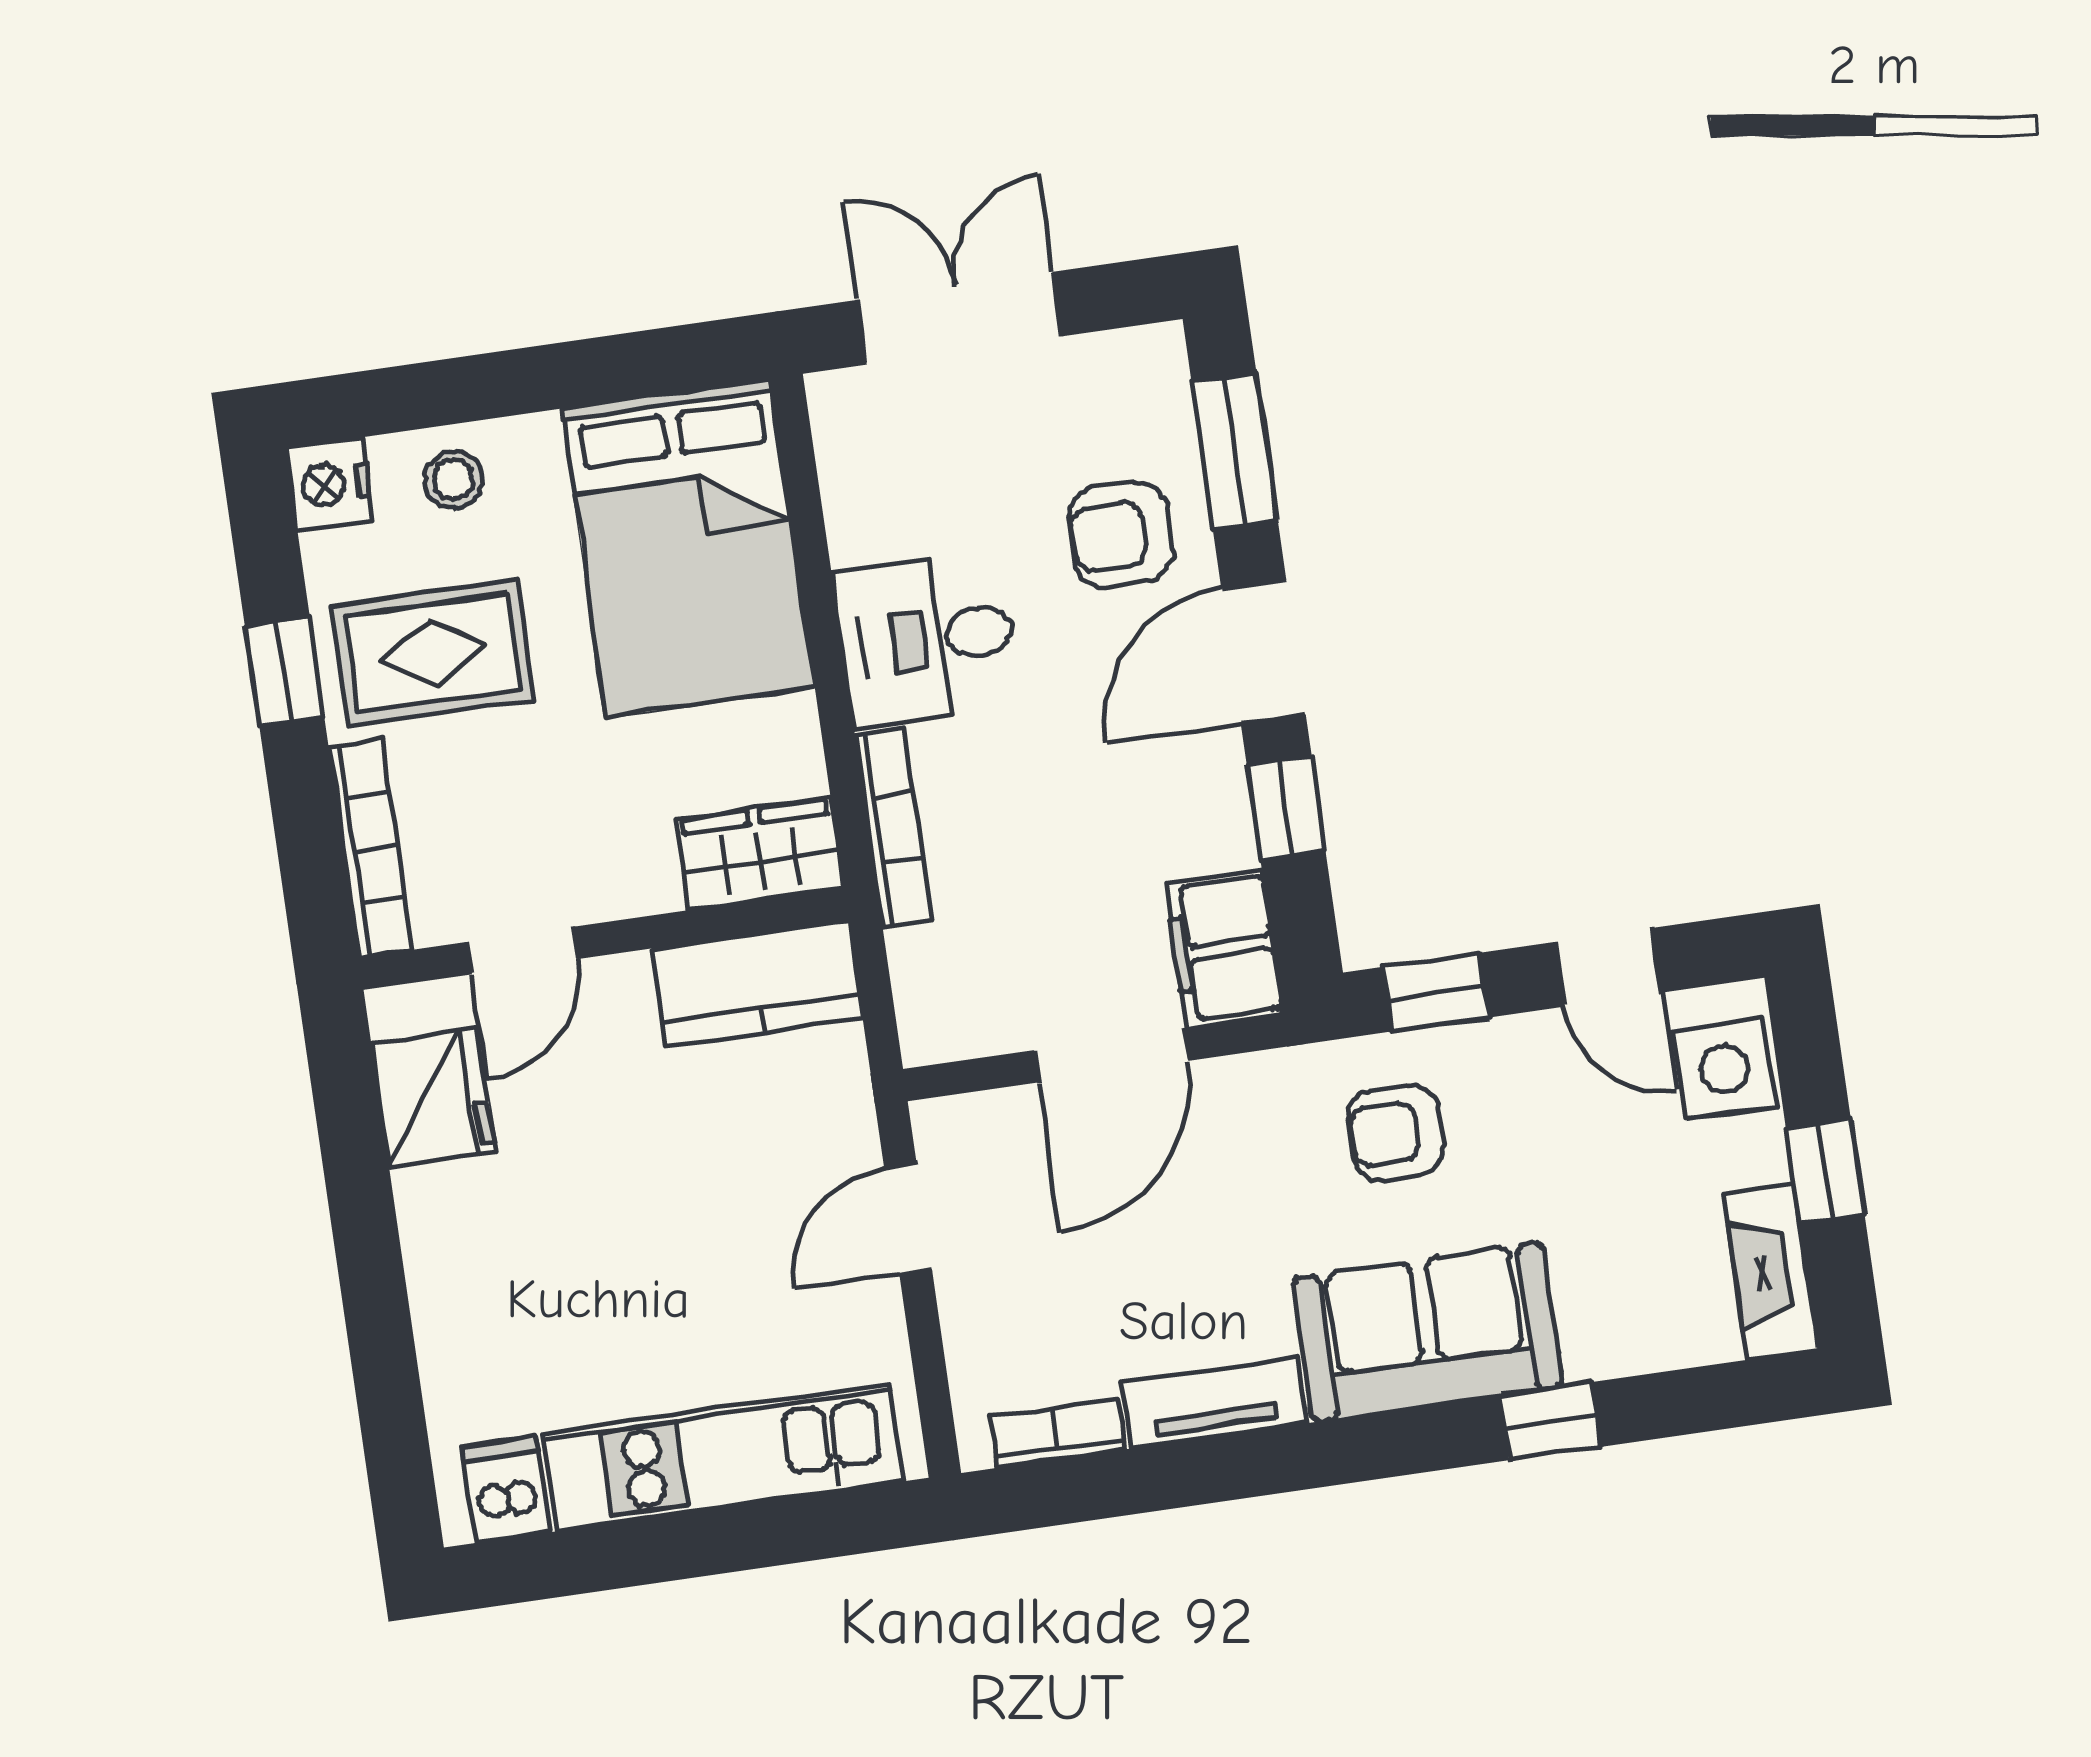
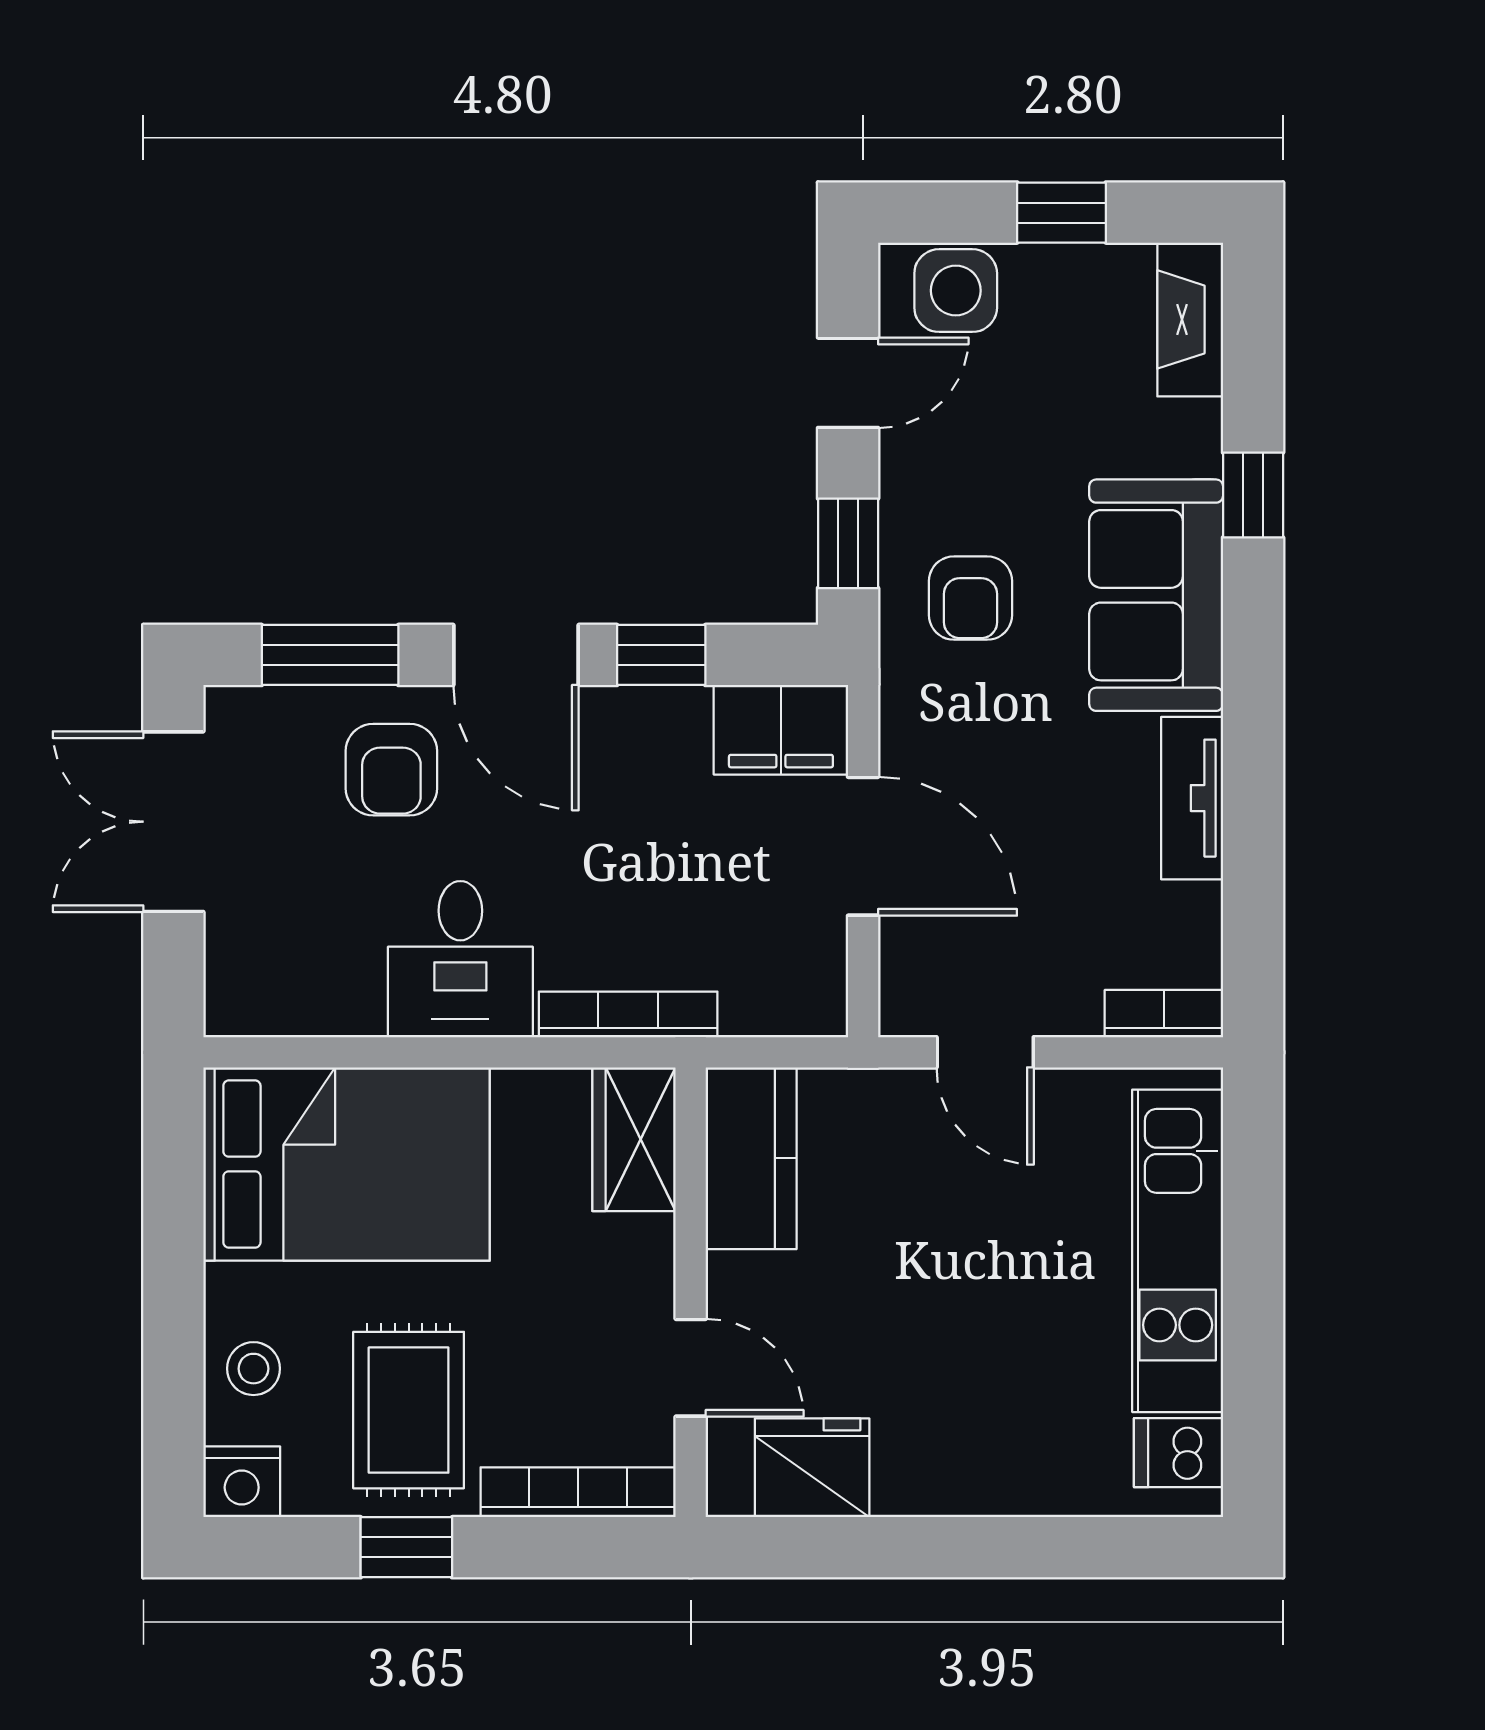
double door: (960, 318) -> (173, 822), moved
fireplace: (1771, 1272) -> (1190, 319), moved, turned 90
bookcase: (1058, 1433) -> (1164, 1014), moved, turned 90

